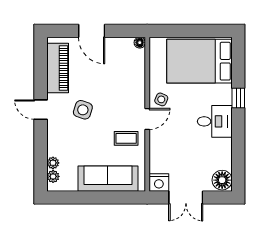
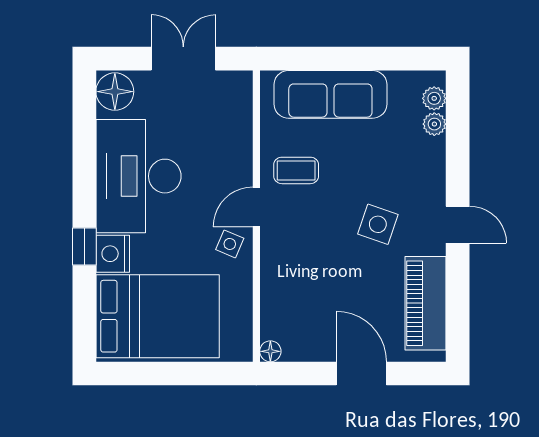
desk: (215, 121) -> (138, 176), width x1.87, depth x1.30
nightstand: (159, 183) -> (113, 254), moved, turned -90

